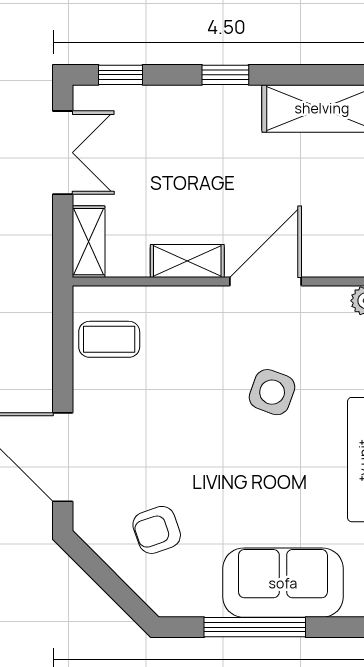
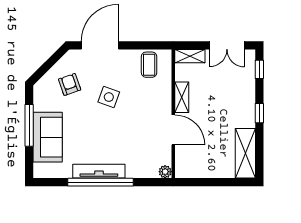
side table: (272, 392) -> (109, 97), moved

